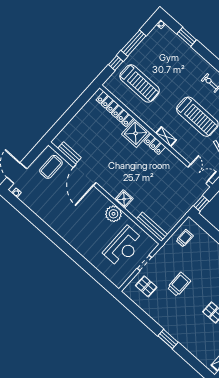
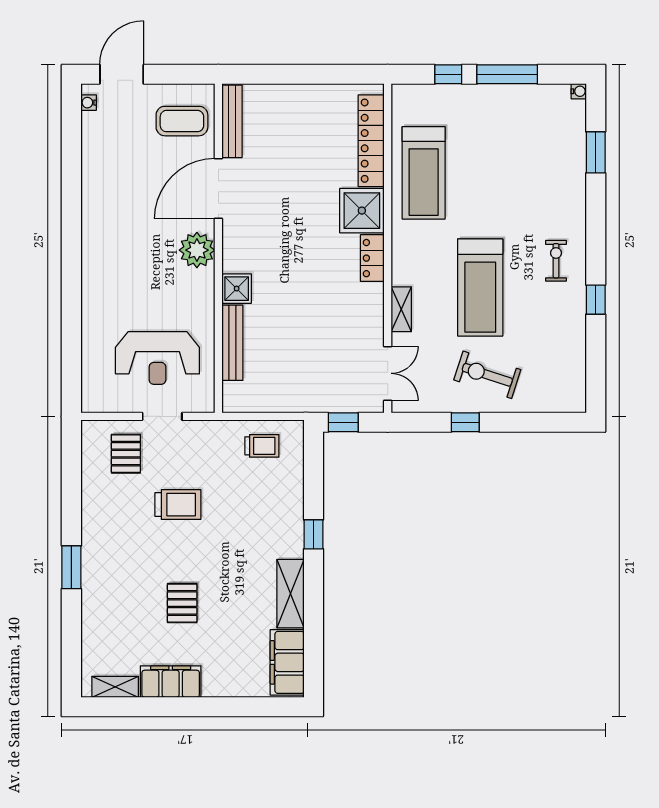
treadmill: (140, 83) -> (424, 173), moved
shelving: (166, 137) -> (401, 309), moved
bench: (69, 153) -> (232, 121), width x1.36
plant: (113, 214) -> (197, 250), moved
bench: (152, 227) -> (232, 343), moved

